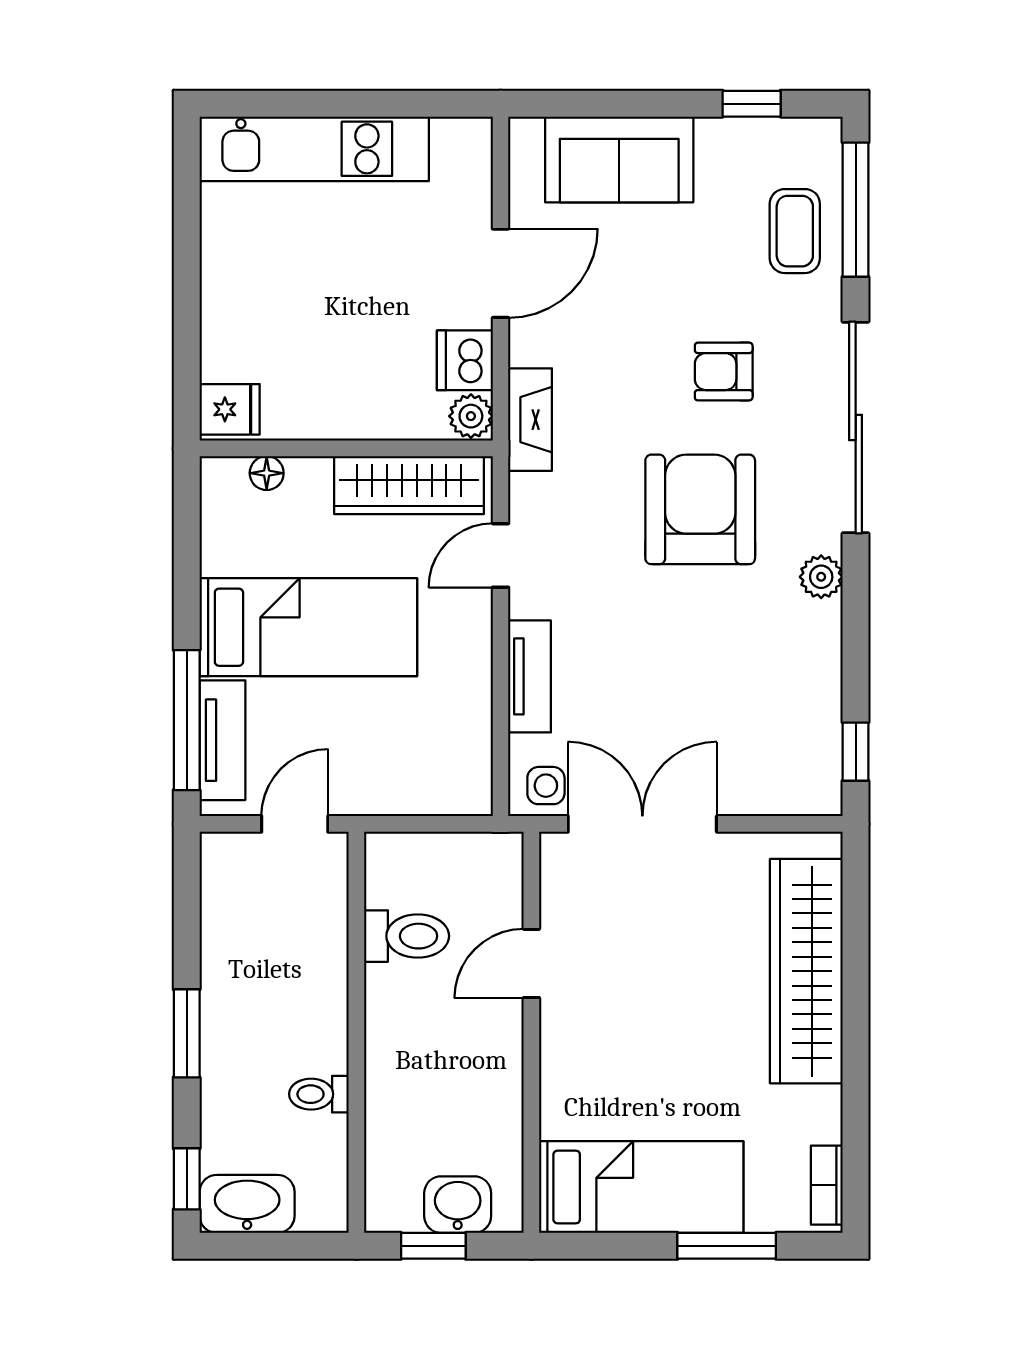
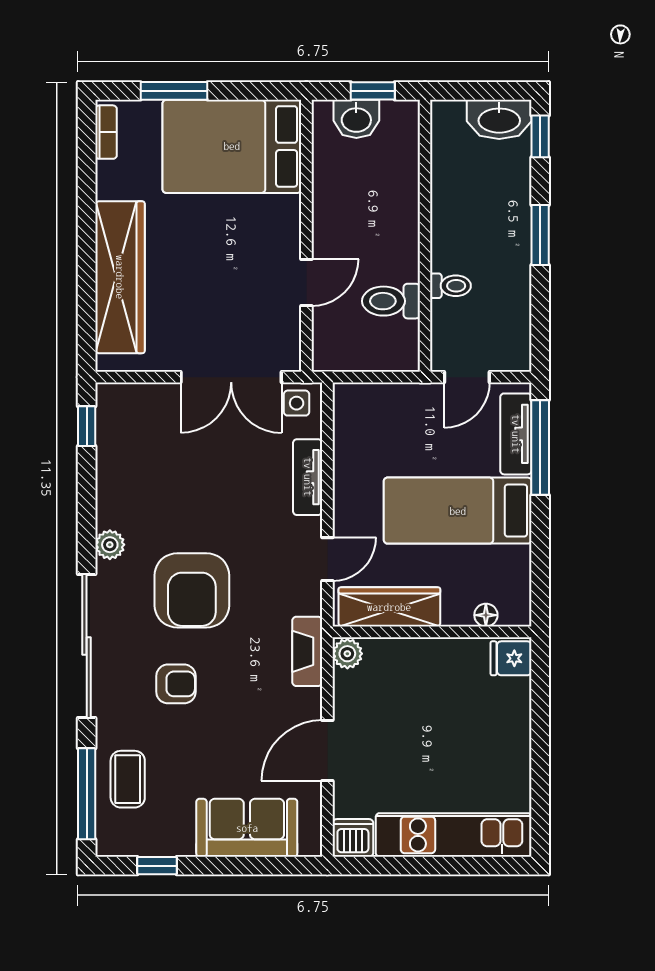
dishwasher: (465, 360) -> (353, 838), moved, turned -90
toilet: (319, 1094) -> (450, 286), moved
bed: (641, 1187) -> (232, 146), width x1.50

